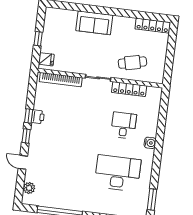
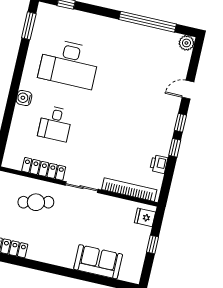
sofa: (94, 23) -> (98, 262), moved
printer: (38, 117) -> (159, 164), moved
door: (23, 162) -> (188, 90), swing flipped
plant: (29, 188) -> (186, 43), moved

